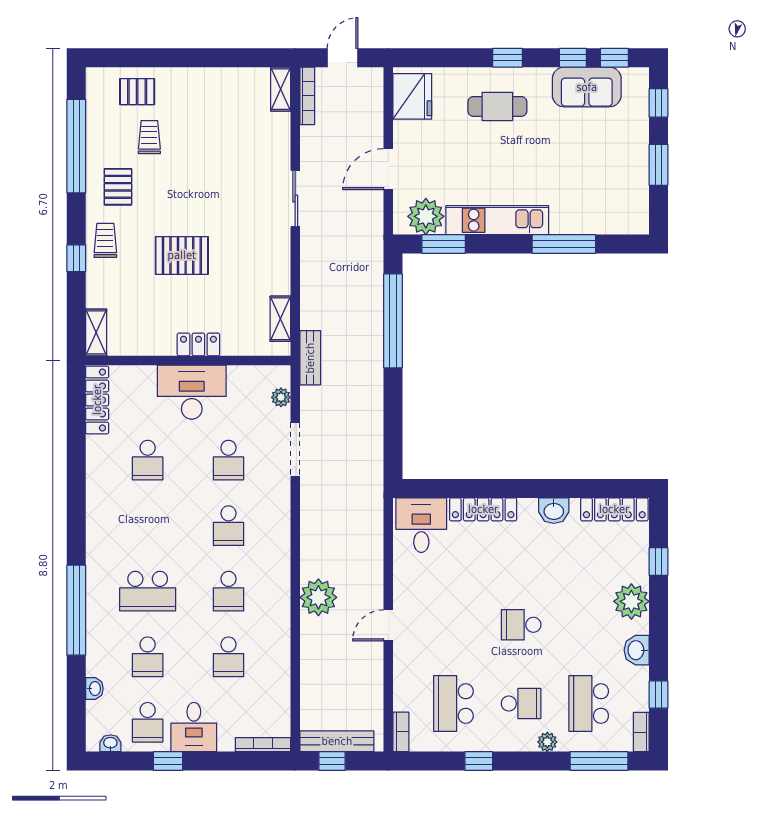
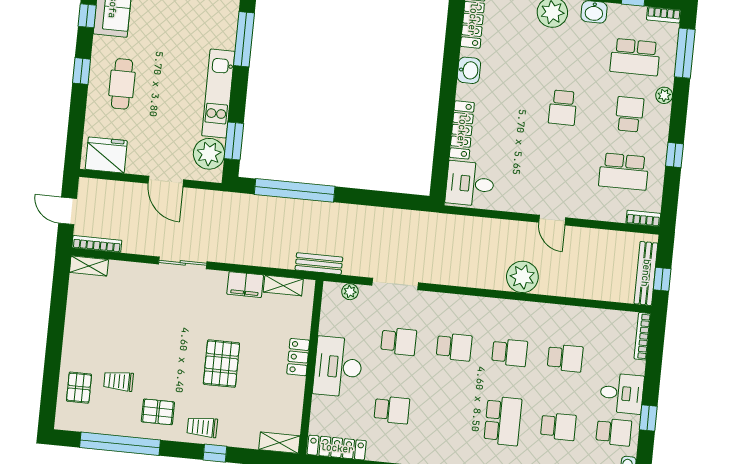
filing cabinet: (277, 274) -> (245, 285), added

